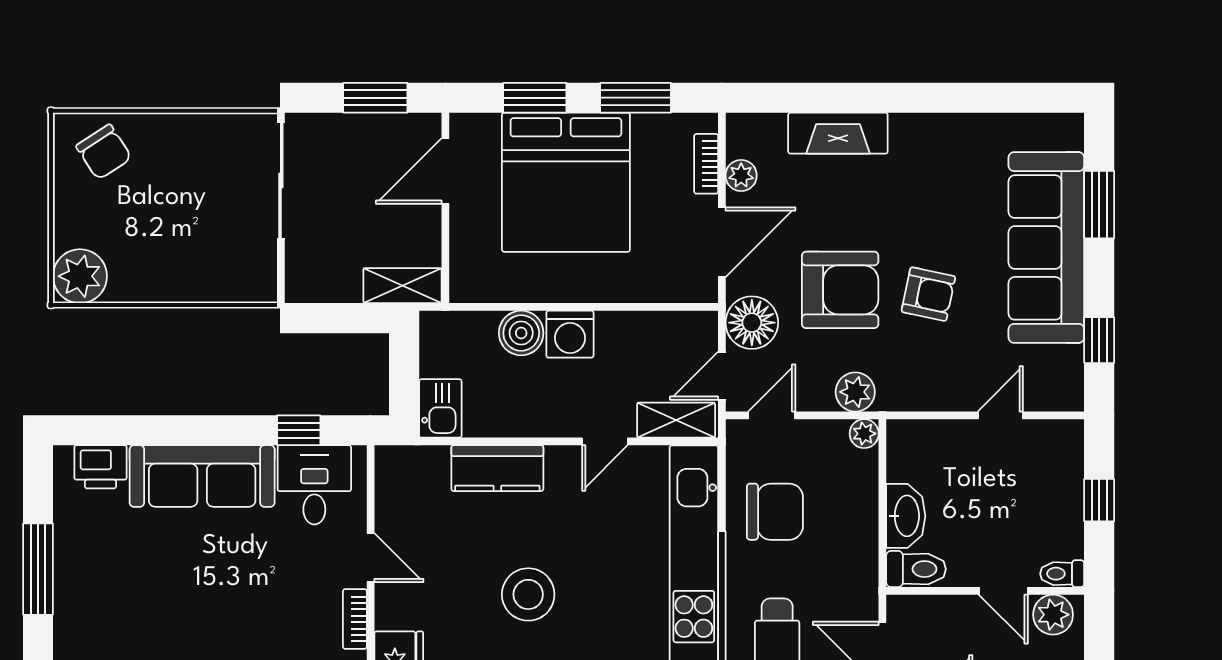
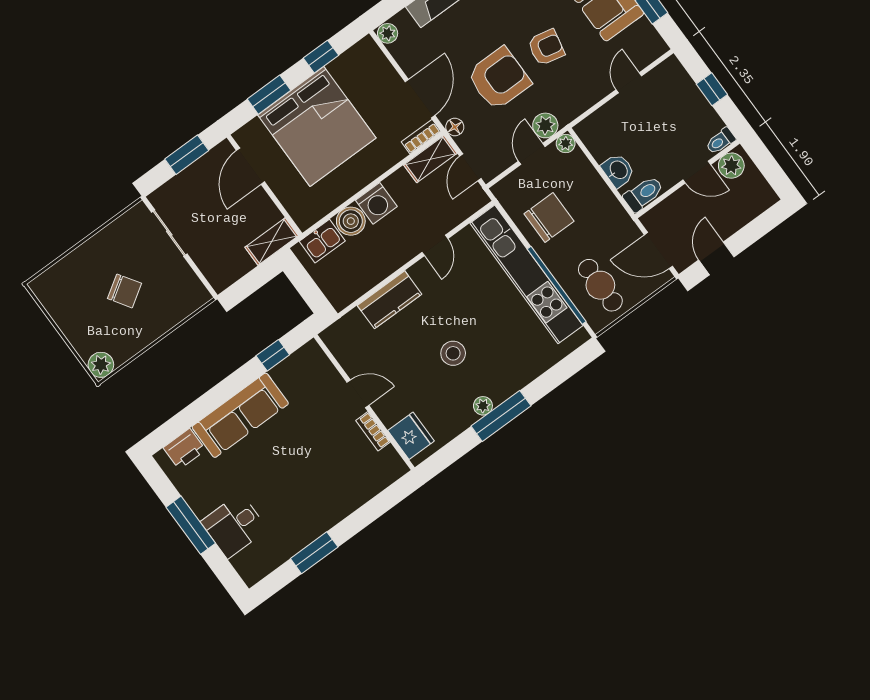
window: (636, 98) -> (321, 57), width x0.67
chair: (104, 152) -> (125, 291), moved
bookcase: (706, 164) -> (421, 137), moved, turned 90
plant: (741, 175) -> (388, 33), moved
sliding door: (281, 180) -> (169, 233), width x0.73
plant: (80, 276) -> (101, 365), width x0.73, depth x0.73
floor lamp: (752, 323) -> (455, 127), width x0.53, depth x0.53
kitchen sink: (440, 408) -> (322, 241), moved, turned 90
door: (772, 415) -> (532, 154), moved
shelving: (676, 420) -> (430, 159), moved
desk: (314, 485) -> (234, 526), moved, turned -90
washbasin: (906, 516) -> (618, 170), width x0.72
stool: (528, 594) -> (453, 353), width x0.73, depth x0.73

